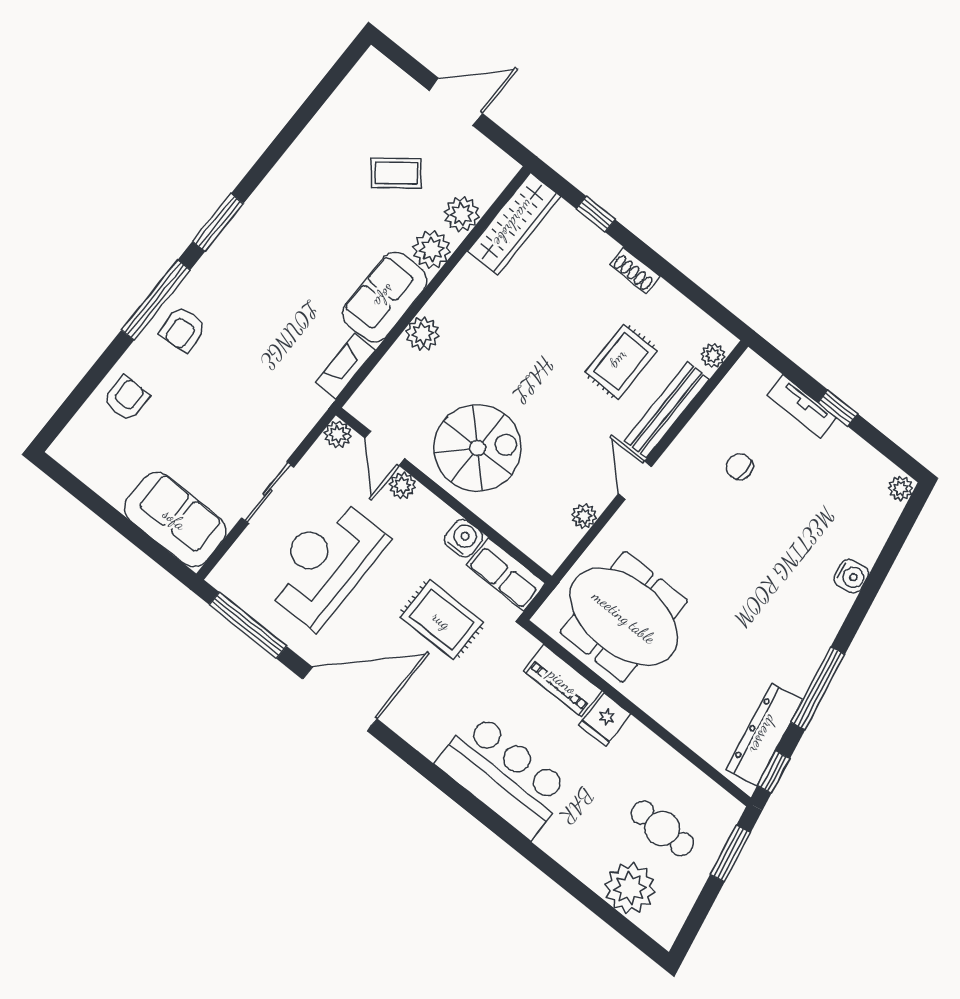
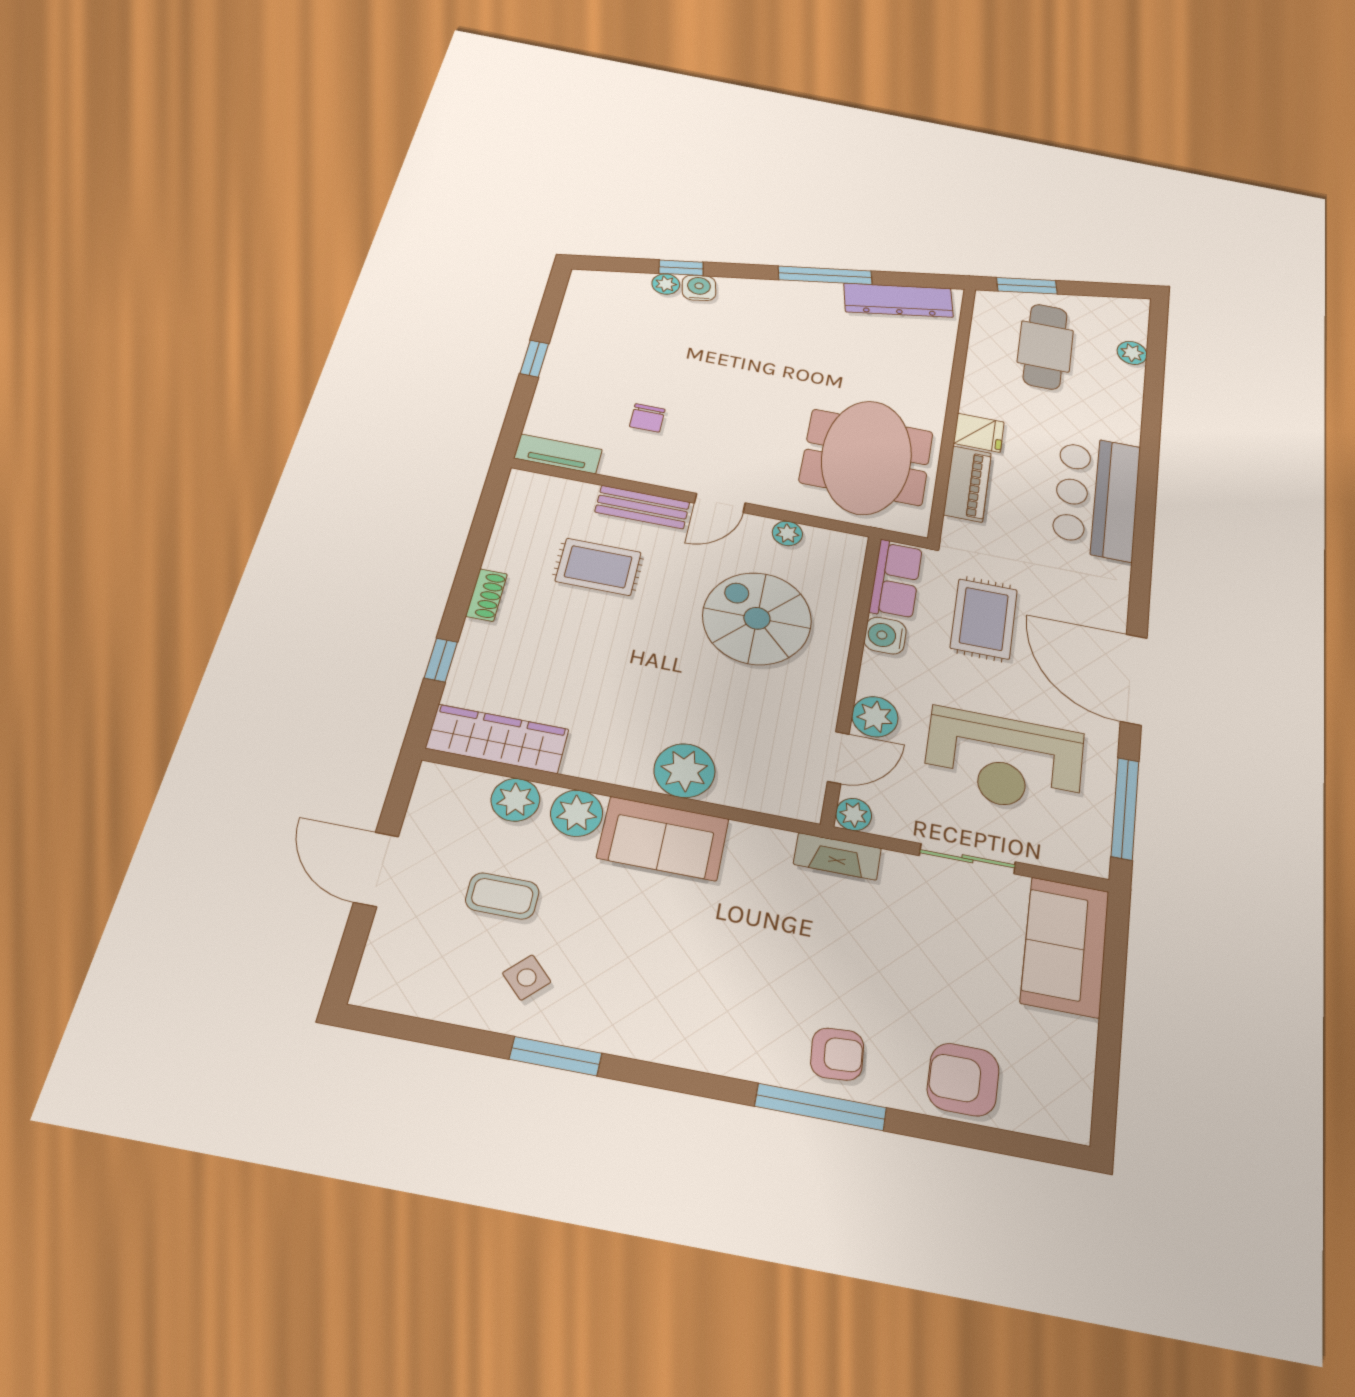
side table: (332, 162) -> (527, 977), added
coffee table: (396, 173) -> (502, 896), turned -52
window: (218, 222) -> (556, 1056), moved
plant: (423, 334) -> (684, 771), width x1.36, depth x1.36
plant: (713, 355) -> (542, 486), removed
fireplace: (345, 366) -> (837, 856), moved
armchair: (126, 399) -> (963, 1080), width x1.38, depth x1.38
tv unit: (802, 406) -> (558, 454), moved, turned -90
bench: (667, 410) -> (642, 507), width x0.73
spiral stairs: (478, 448) -> (757, 618), moved
plant: (402, 485) -> (875, 717), width x1.38, depth x1.38
plant: (901, 488) -> (666, 284), moved
window: (773, 772) -> (681, 268), moved
cafe table: (662, 828) -> (1045, 346), width x1.37, depth x1.35
plant: (630, 888) -> (1132, 353), width x0.53, depth x0.53

